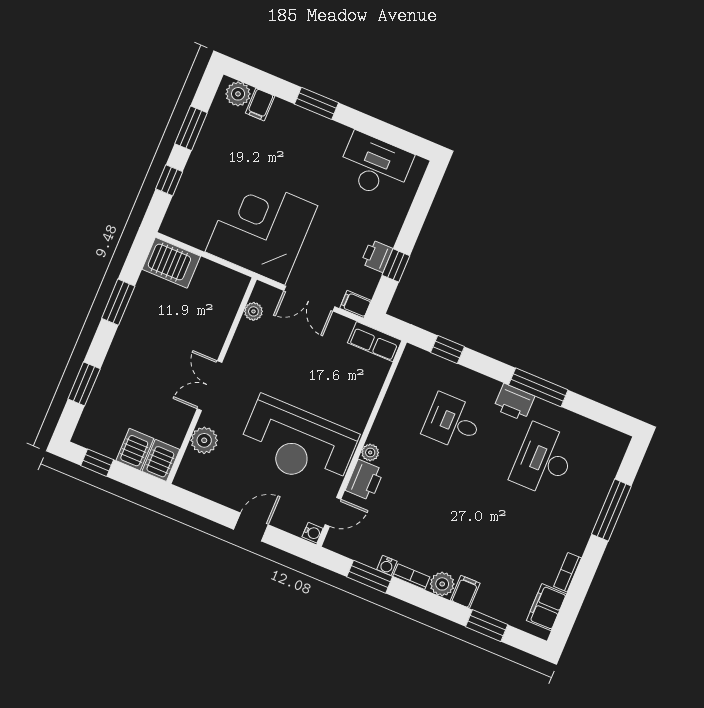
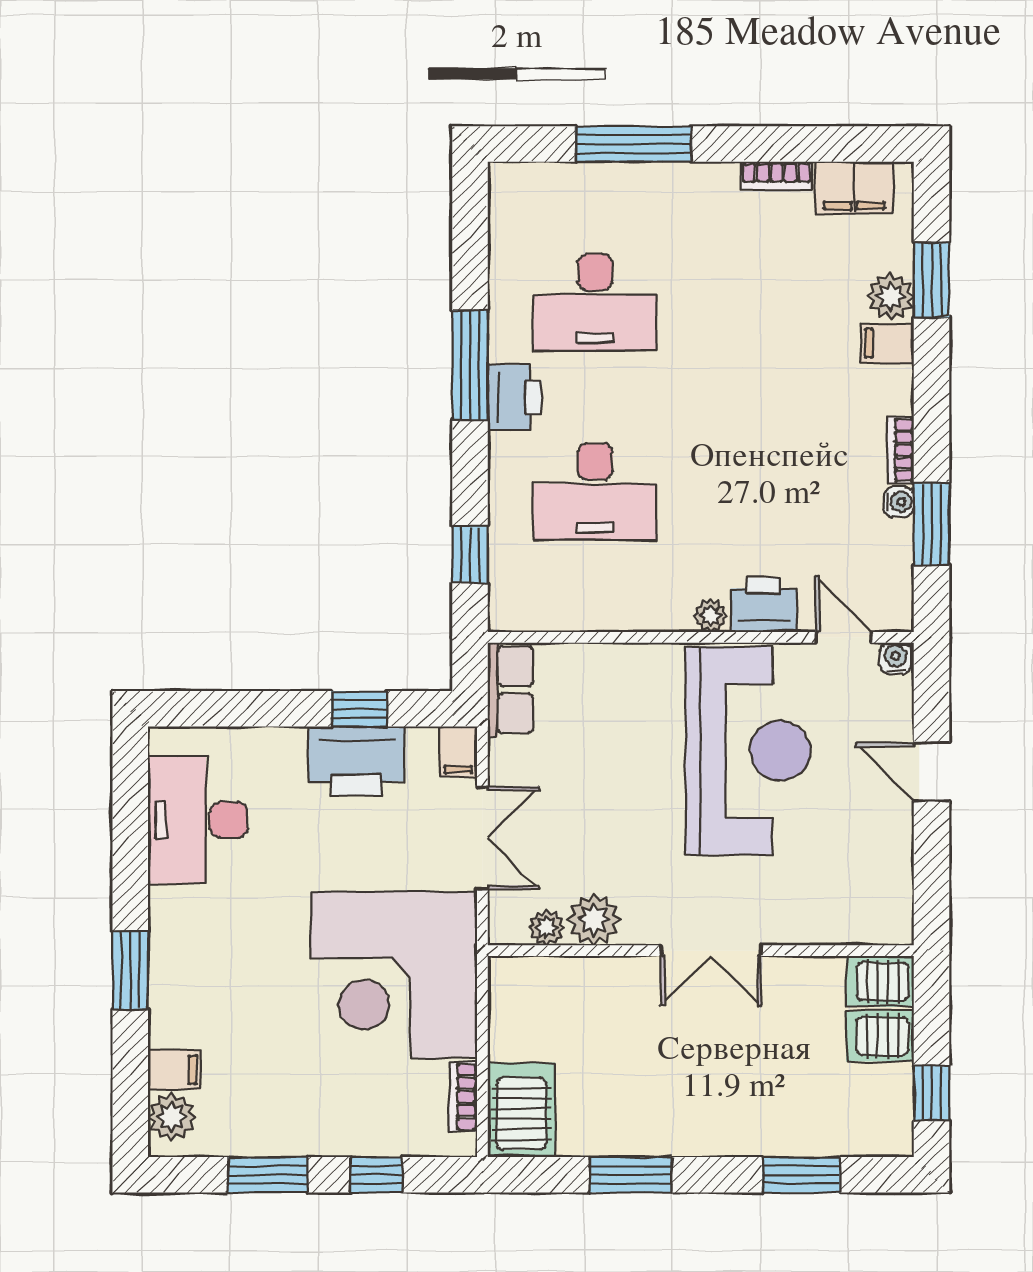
bookcase: (189, 237) -> (463, 1097), added
printer: (377, 256) -> (356, 761), width x1.87, depth x1.48
desk: (453, 422) -> (595, 492), width x1.37
plant: (204, 440) -> (594, 919), moved
plant: (442, 584) -> (891, 296), moved

